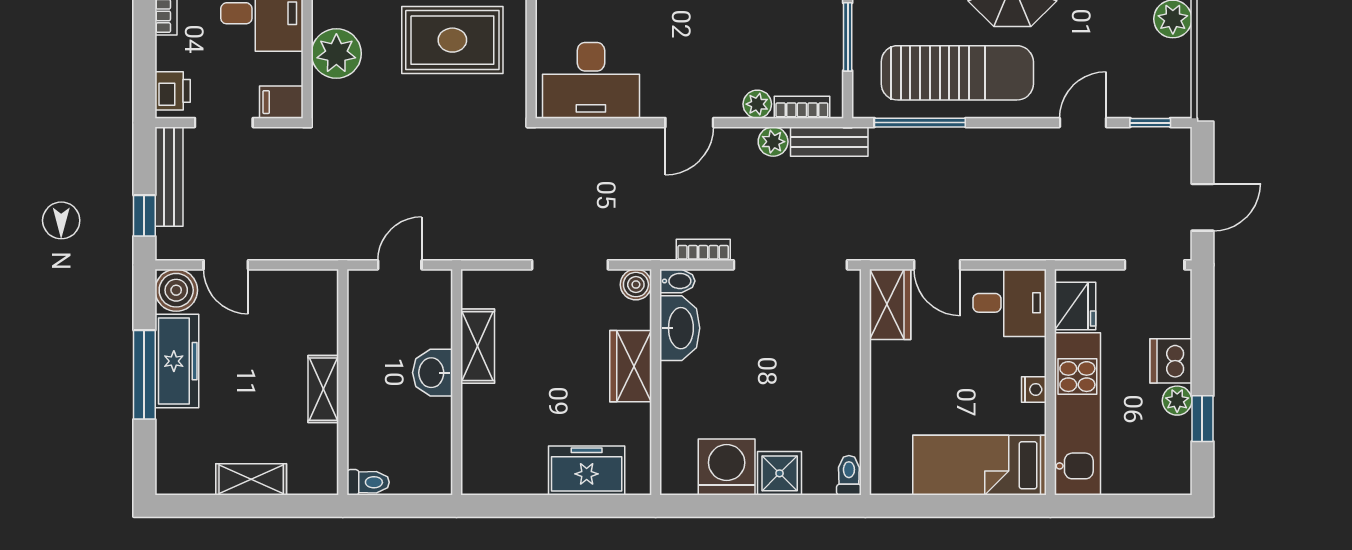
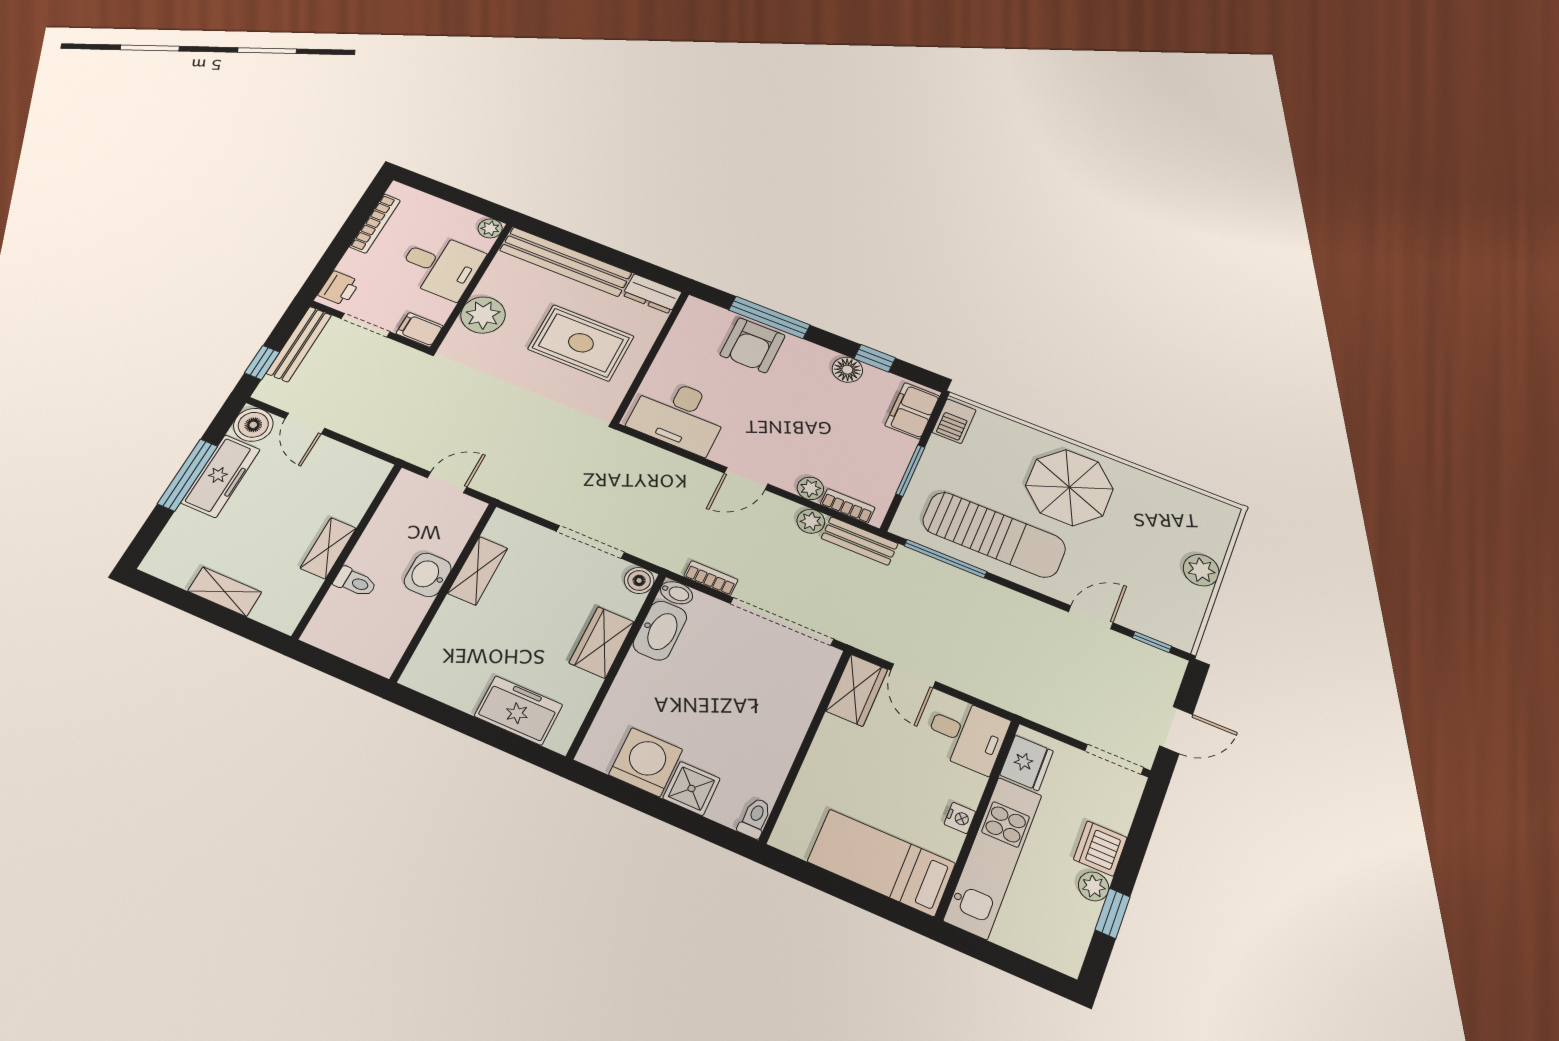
toilet: (368, 482) -> (355, 582), moved

